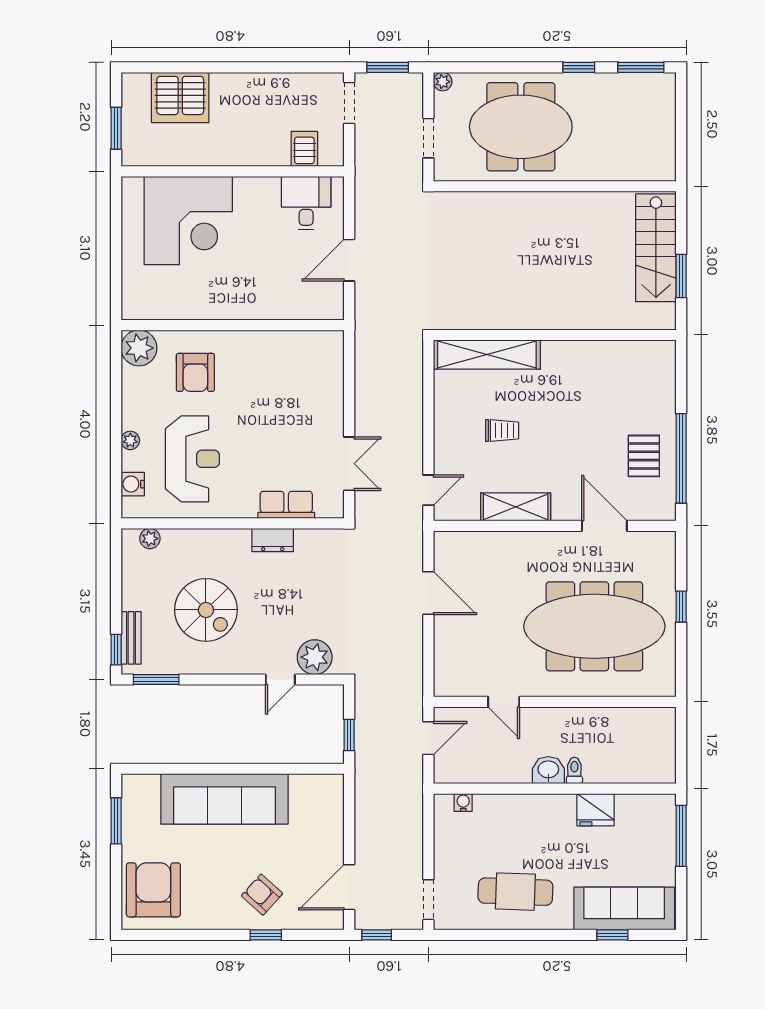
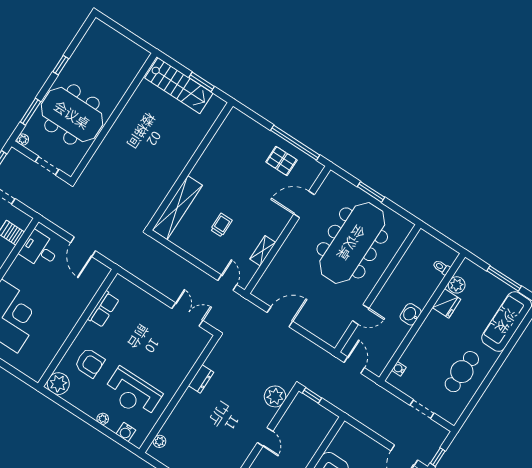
window: (641, 67) -> (31, 112), moved
meeting table: (521, 127) -> (72, 114), turned 90
reception desk: (192, 459) -> (133, 393), turned 180
row of seats: (286, 505) -> (103, 309), moved, turned 180
shelving: (516, 507) -> (263, 251), width x0.67, depth x0.75
window: (681, 607) -> (371, 192), width x1.50
spiral stairs: (206, 610) -> (215, 436), removed
door: (280, 680) -> (265, 437), moved
window: (349, 735) -> (312, 395), moved
toilet: (574, 770) -> (441, 267), moved
plant: (630, 807) -> (457, 285), added
window: (681, 836) -> (504, 278), moved
doorway: (428, 900) -> (422, 409), moved
window: (612, 935) -> (516, 336), removed

